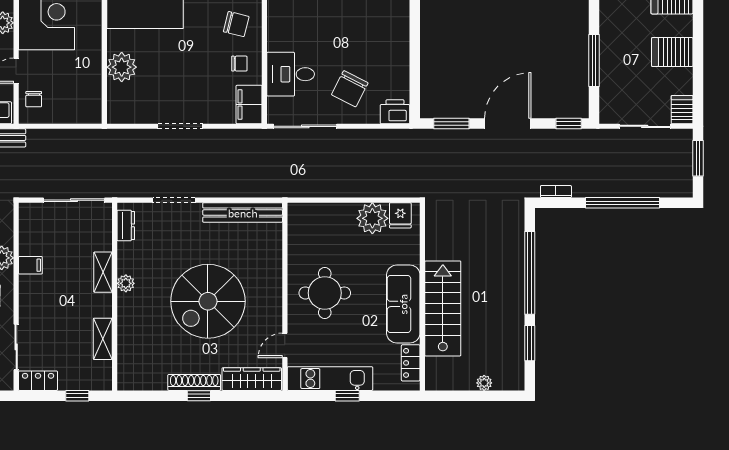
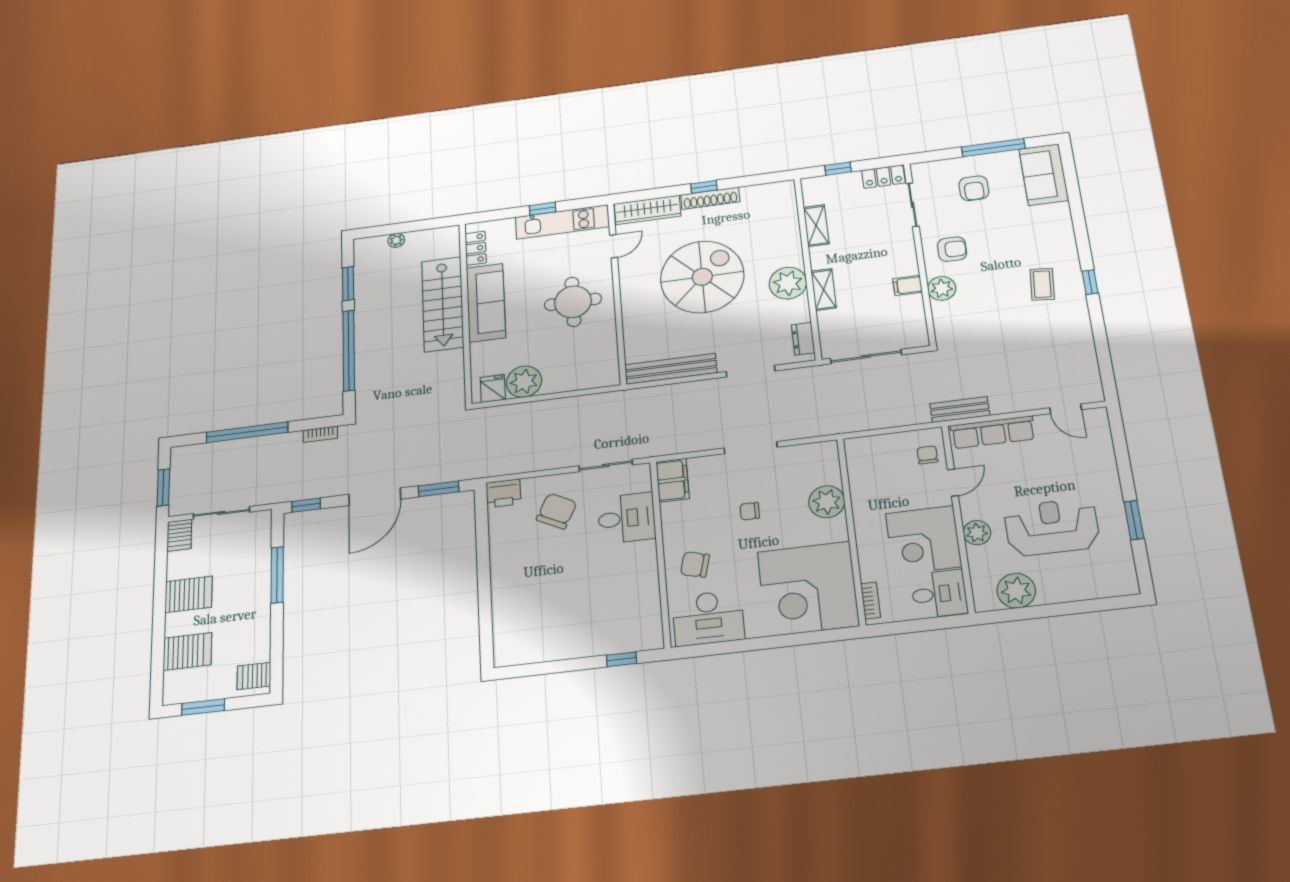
chair: (239, 64) -> (750, 511), moved
sliding door: (305, 126) -> (606, 465), width x0.73
plant: (126, 283) -> (788, 283), width x1.87, depth x1.87

